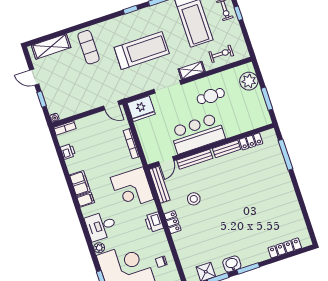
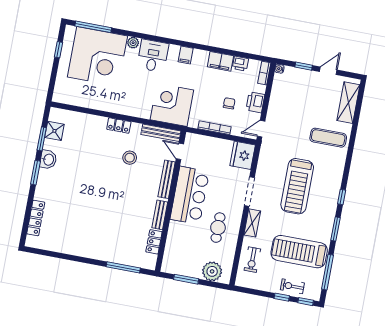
filing cabinet: (80, 183) -> (220, 61), moved
printer: (154, 222) -> (255, 102), moved, turned -90
chair: (161, 262) -> (229, 103), moved

